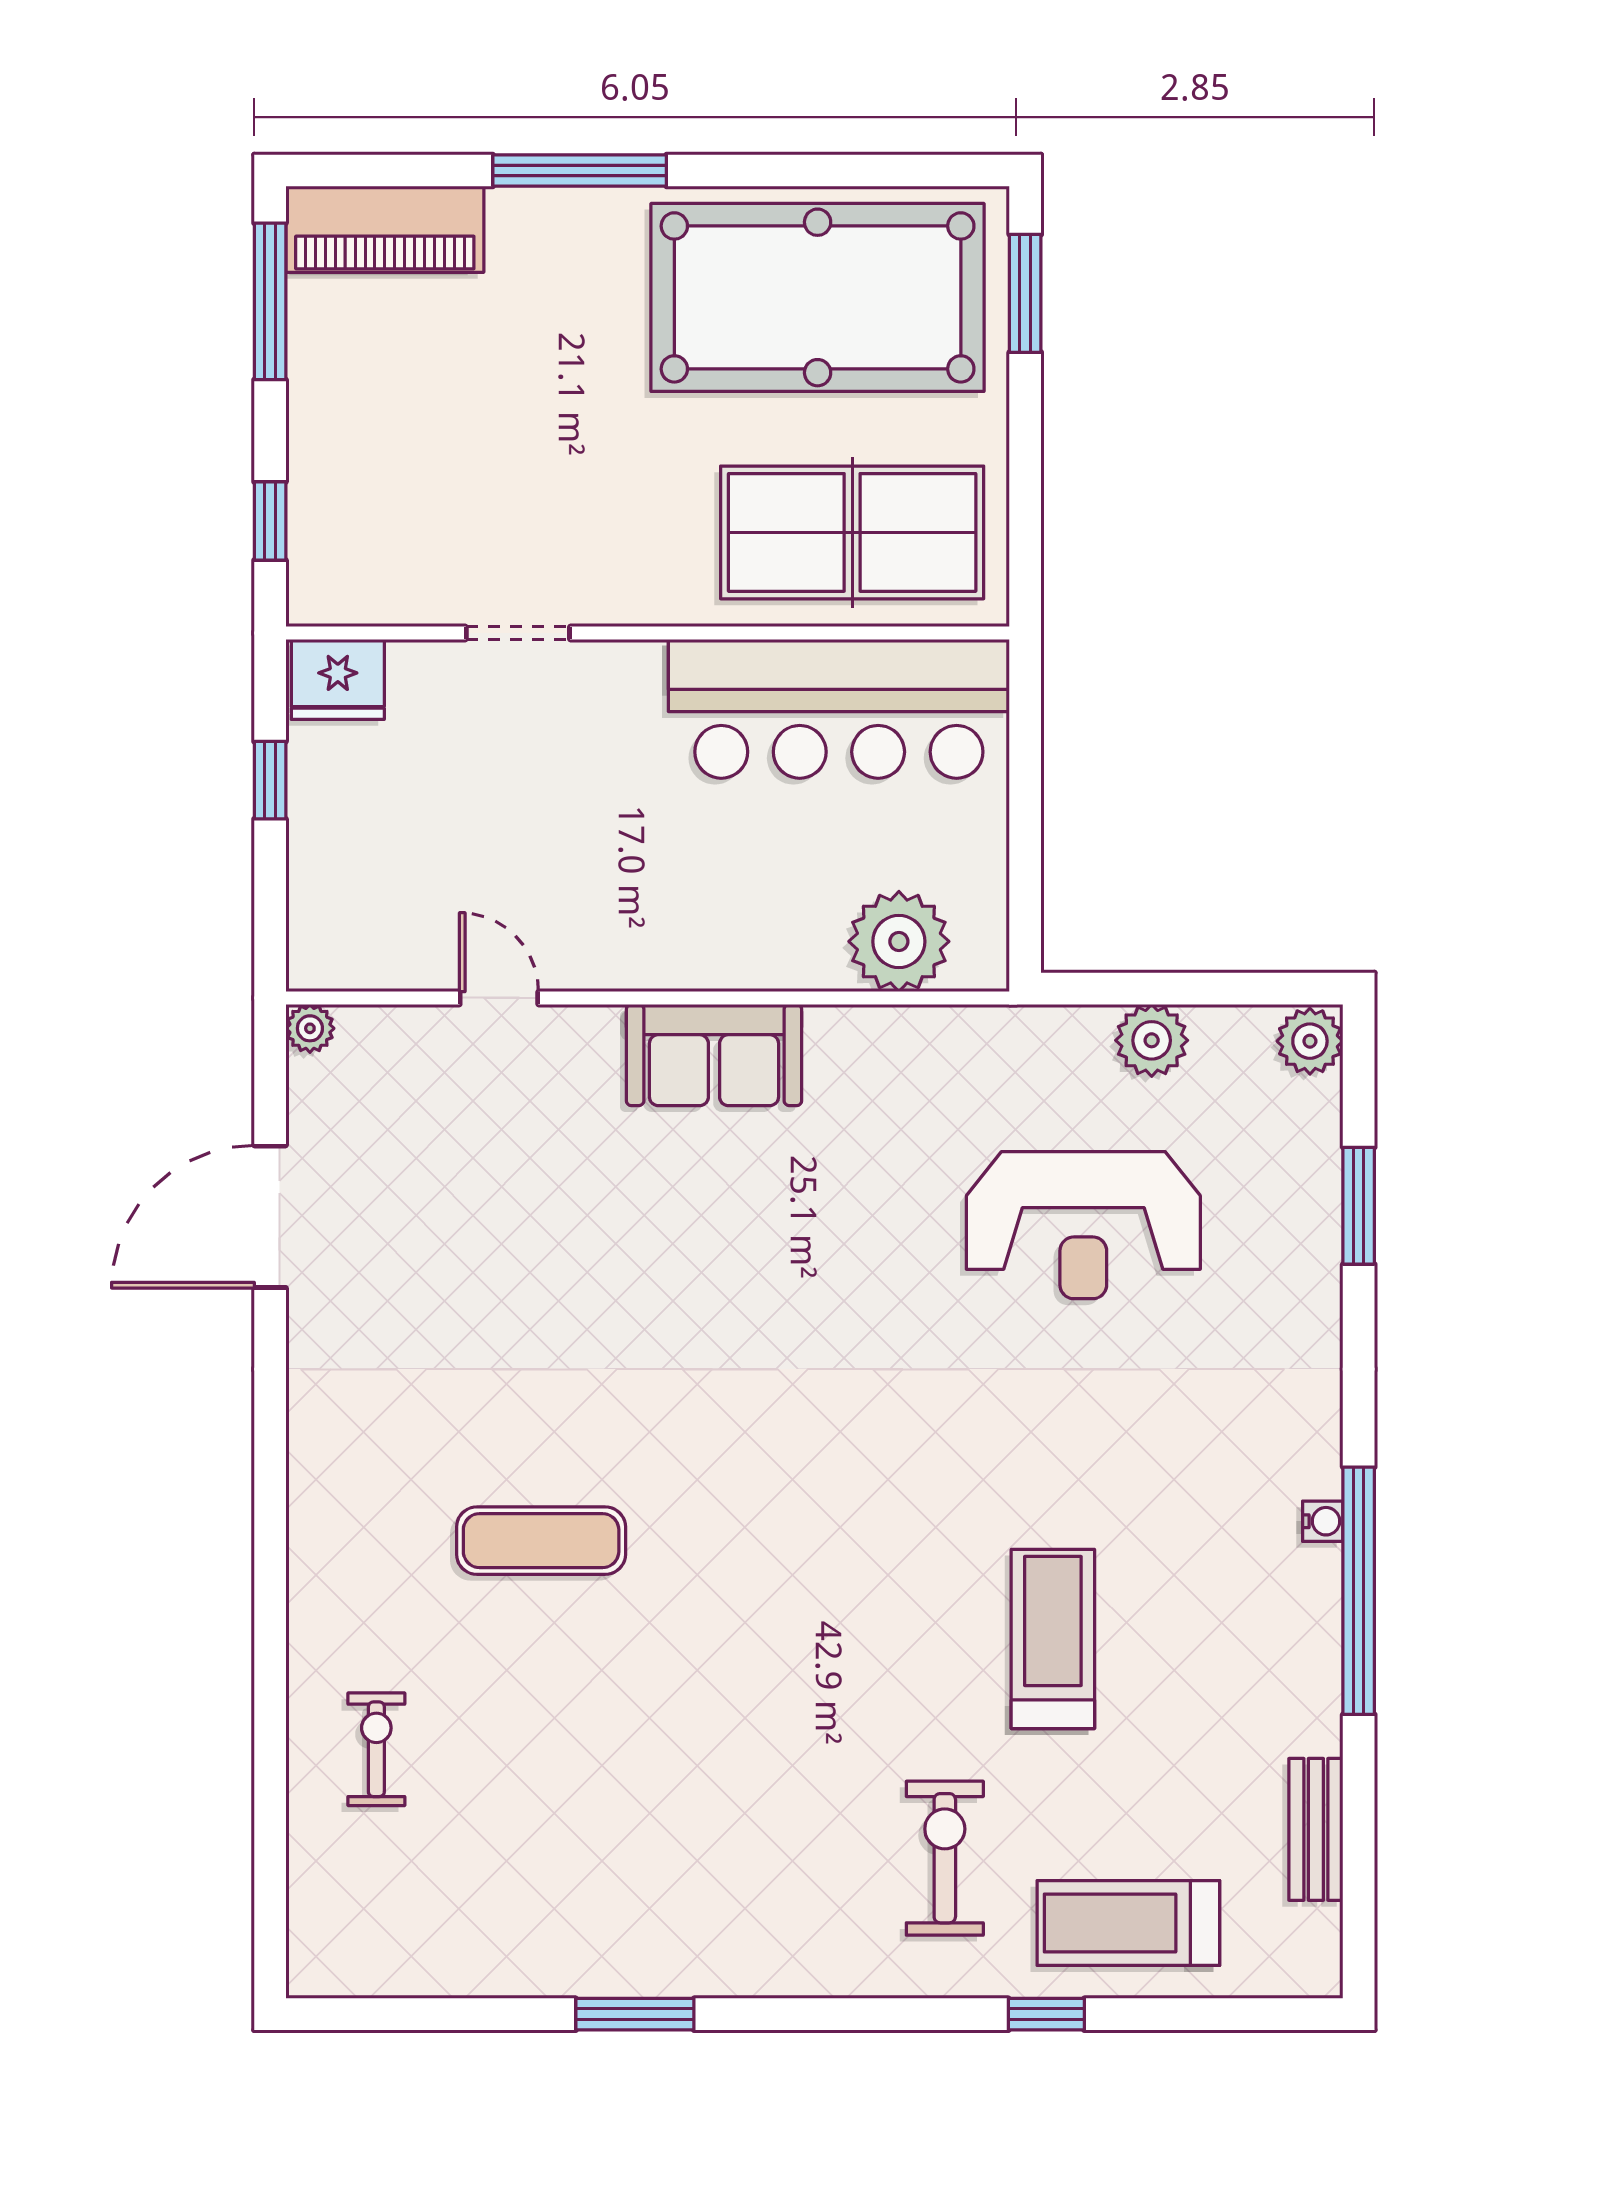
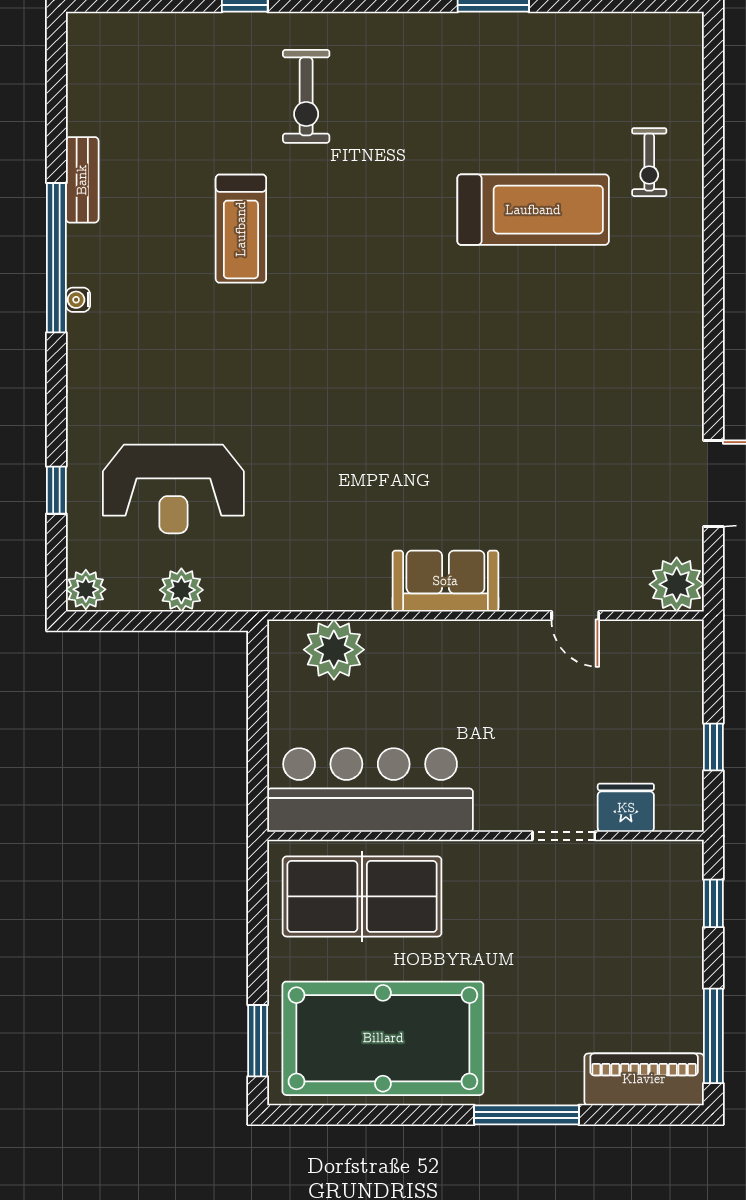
fridge: (338, 679) -> (626, 808), moved
plant: (310, 1028) -> (677, 584), width x1.88, depth x1.88
window: (1359, 1206) -> (56, 490), width x0.67
reception desk: (1083, 1225) -> (173, 489), moved, turned 180
exercise mat: (541, 1541) -> (550, 288), removed
bench: (1316, 1829) -> (82, 180), moved
treadmill: (1128, 1923) -> (533, 210), moved, width x1.37, depth x1.38

